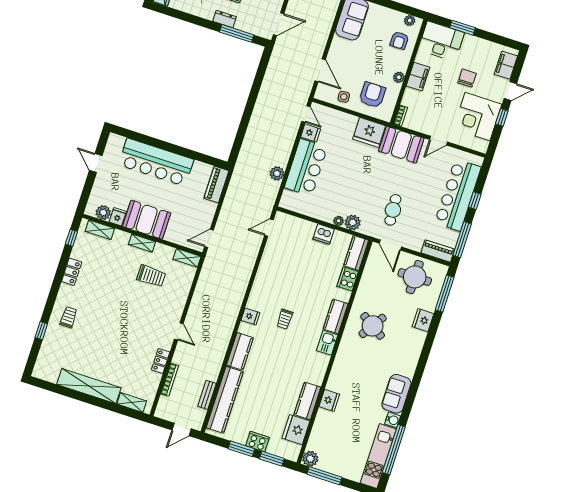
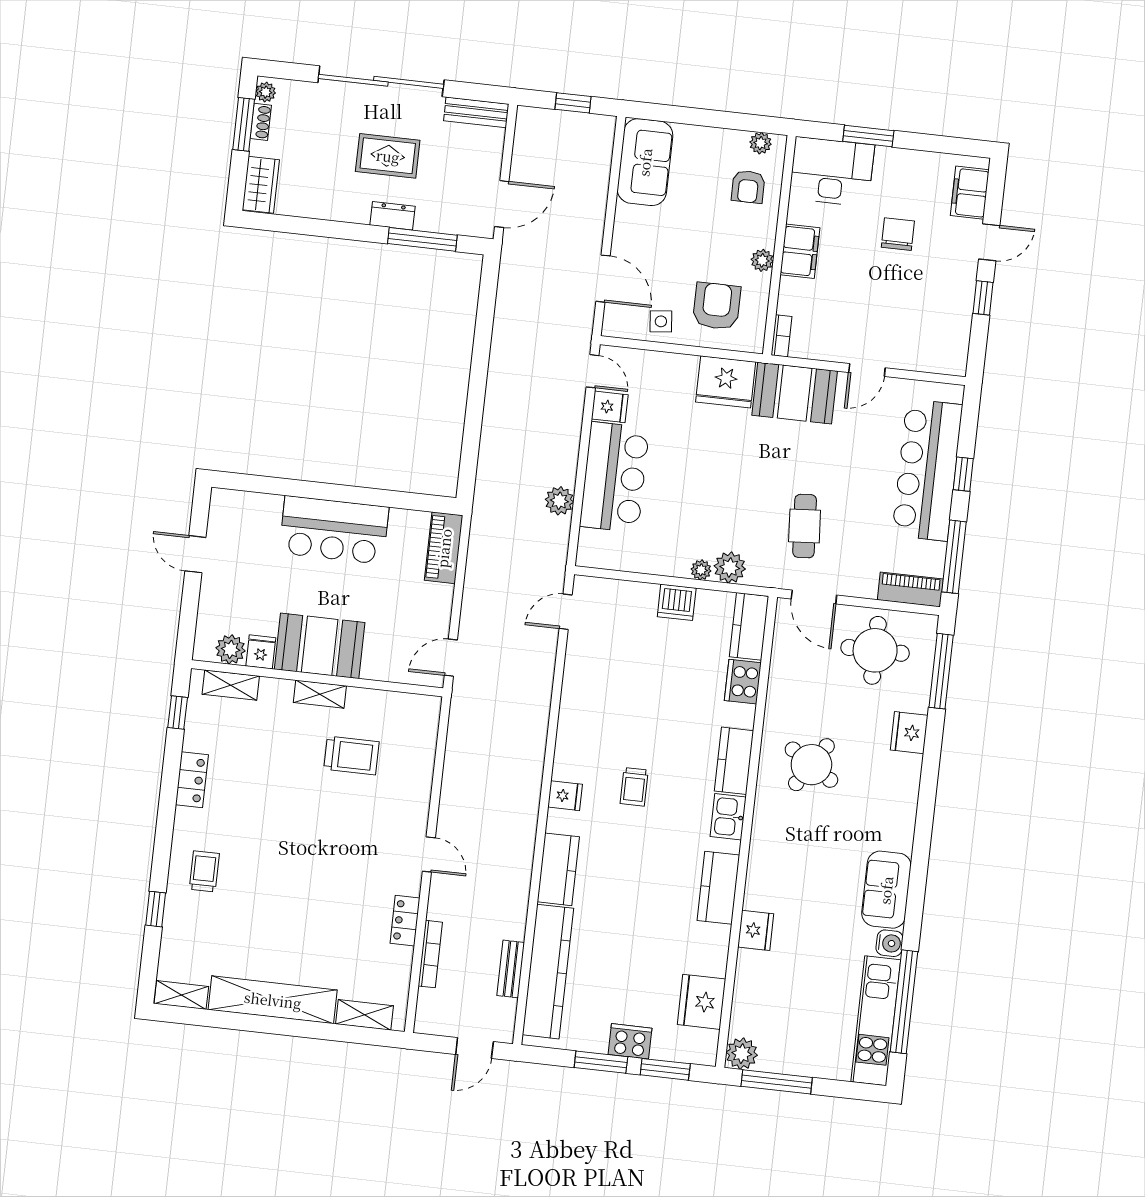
corner desk: (478, 116) -> (934, 306), removed
bar counter: (156, 162) -> (334, 530), width x0.73
shelving: (187, 258) -> (181, 995), moved
kitchen counter: (307, 401) -> (718, 888), moved

